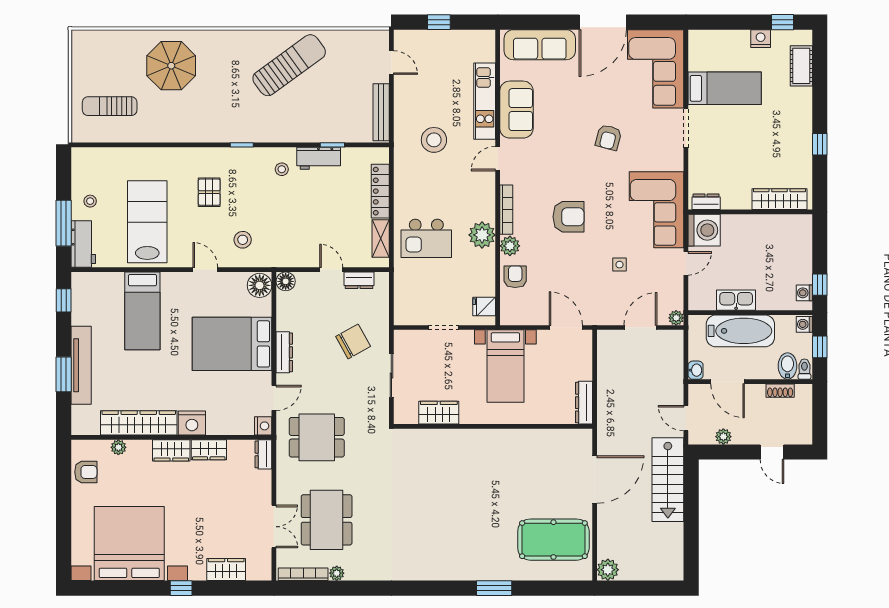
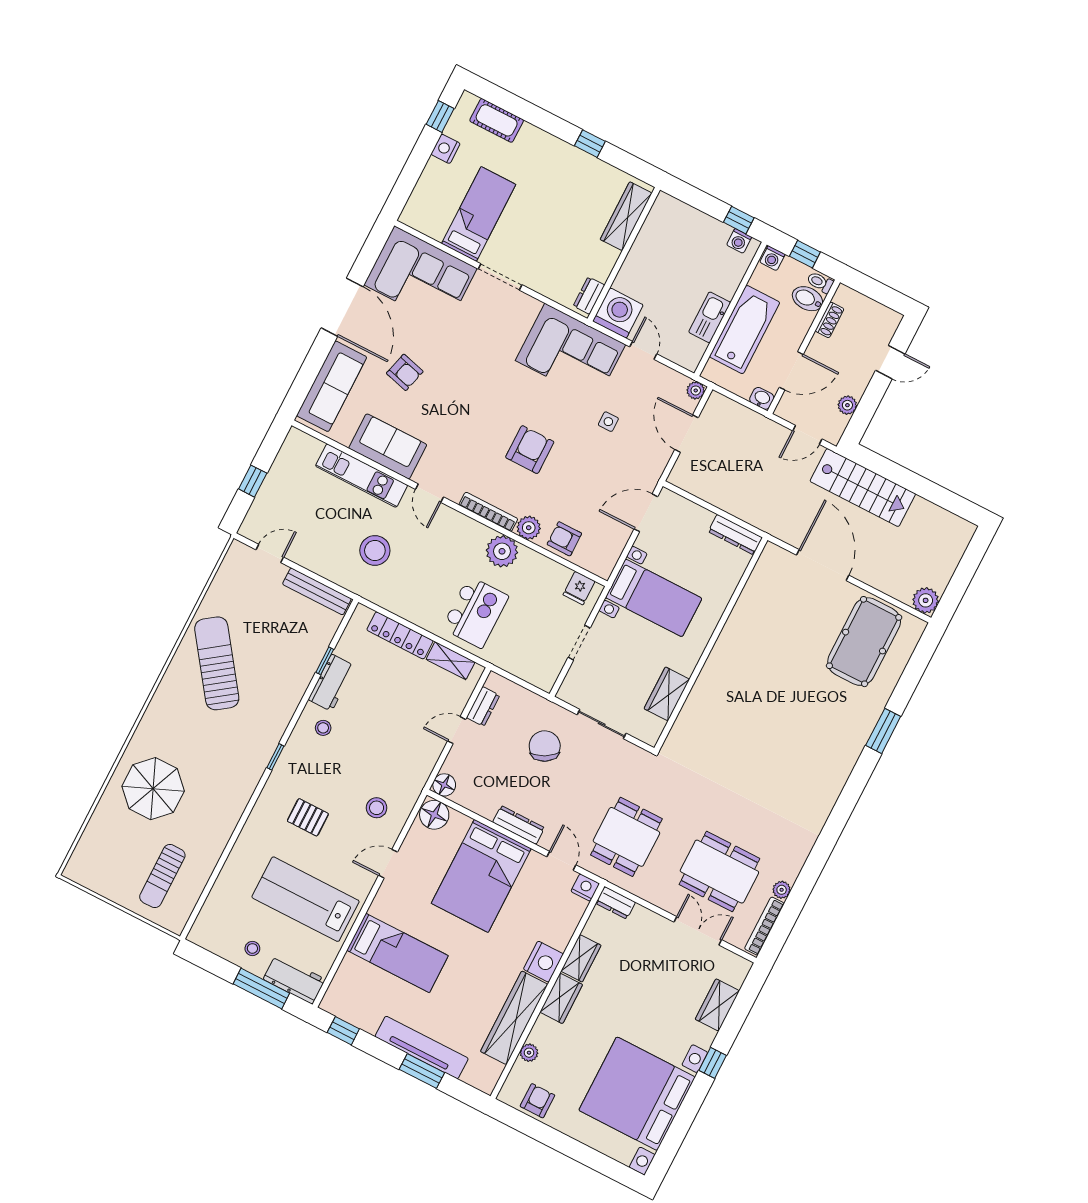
armchair: (608, 137) -> (405, 372), moved

